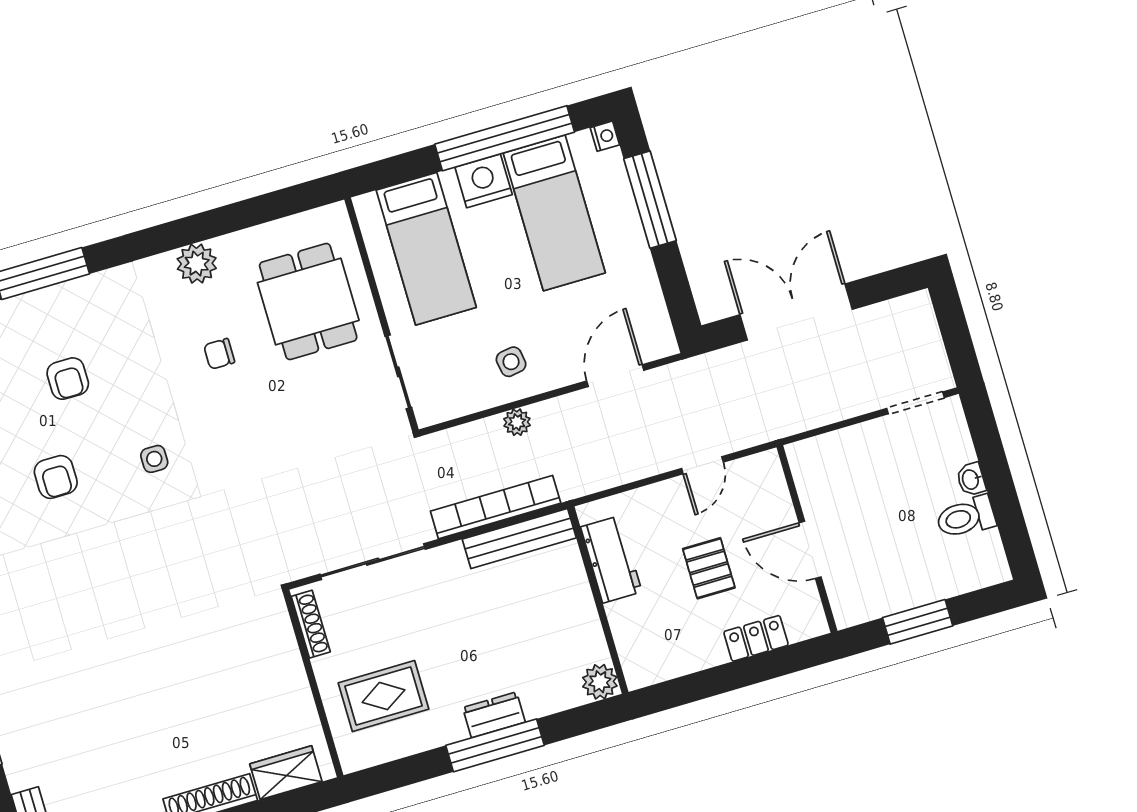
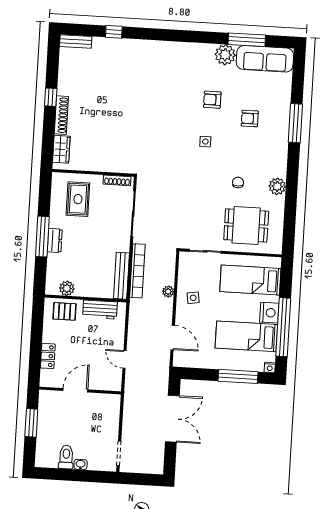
pallet: (709, 568) -> (65, 311), moved
plant: (600, 682) -> (67, 288), moved

